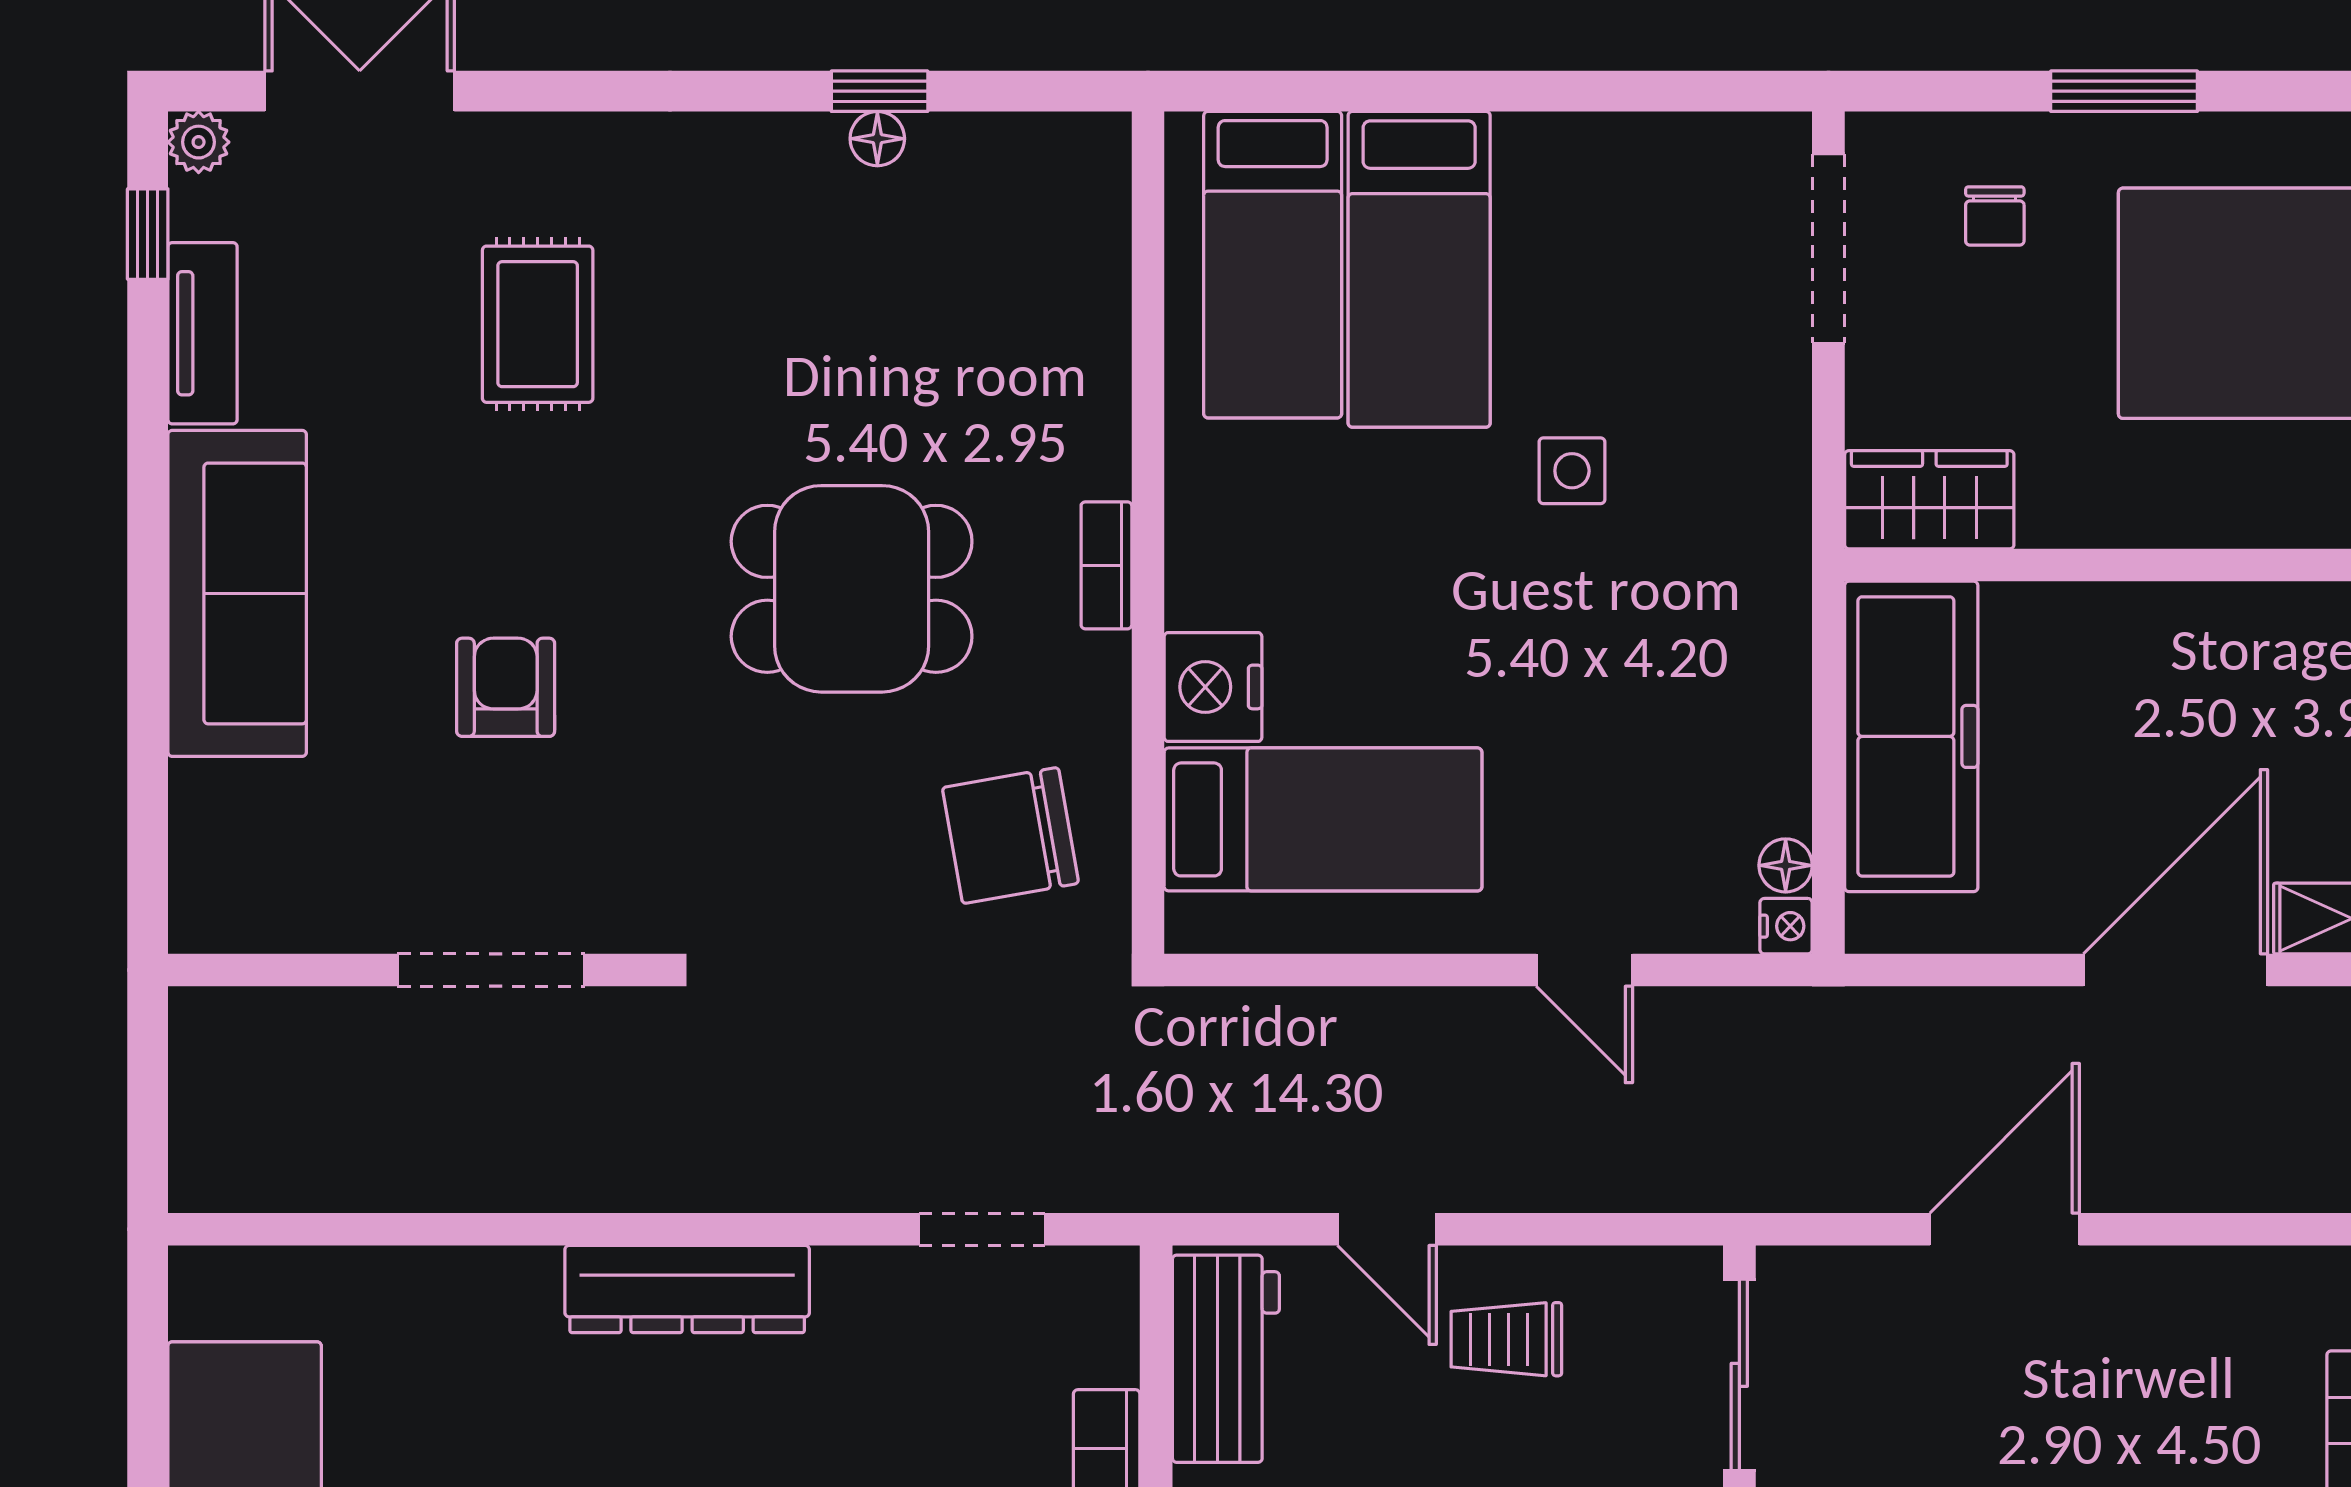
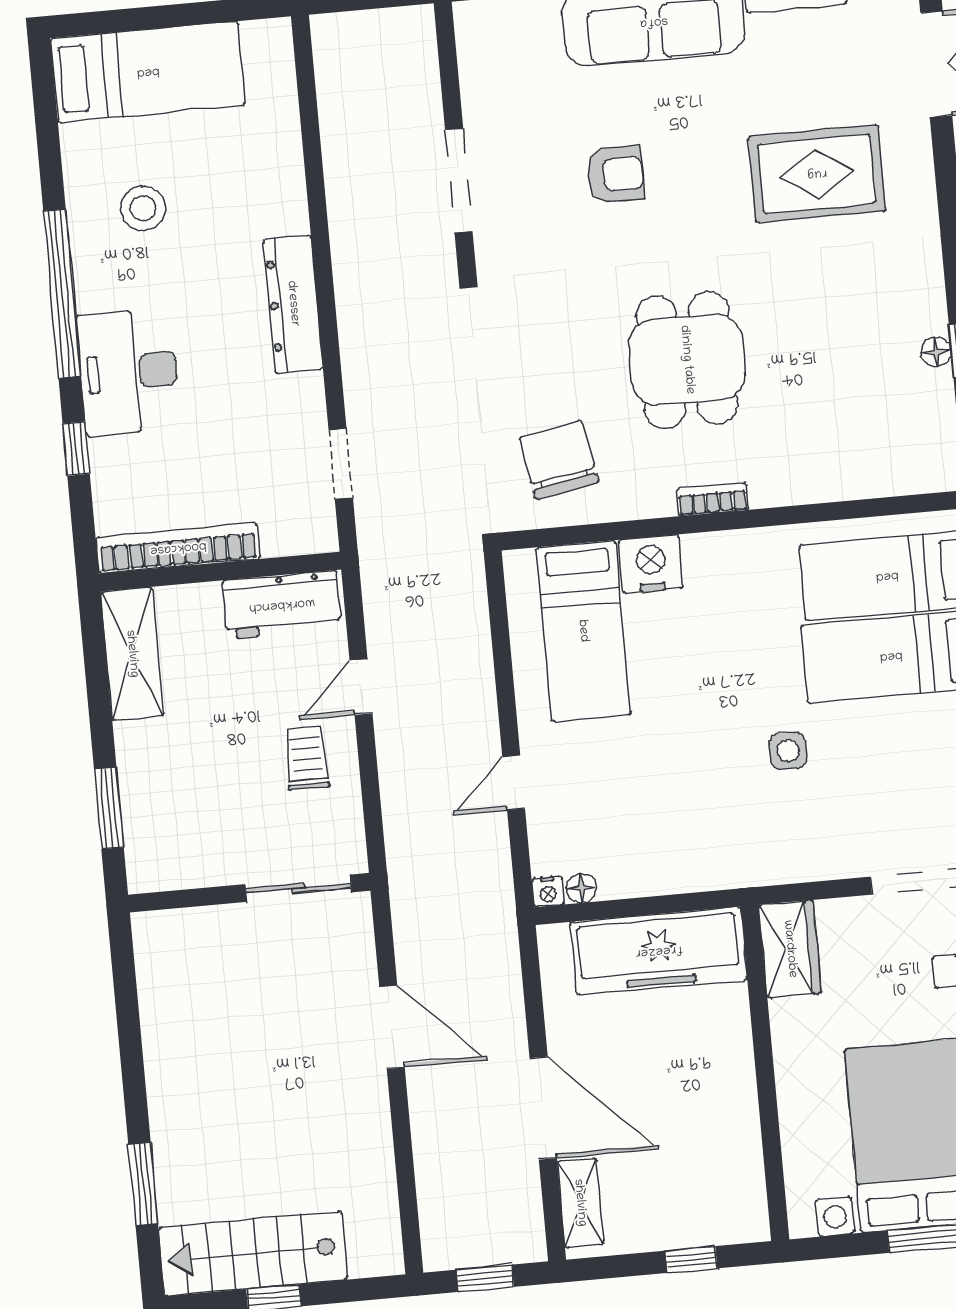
rug: (538, 324) -> (817, 174), width x1.36, depth x1.43

